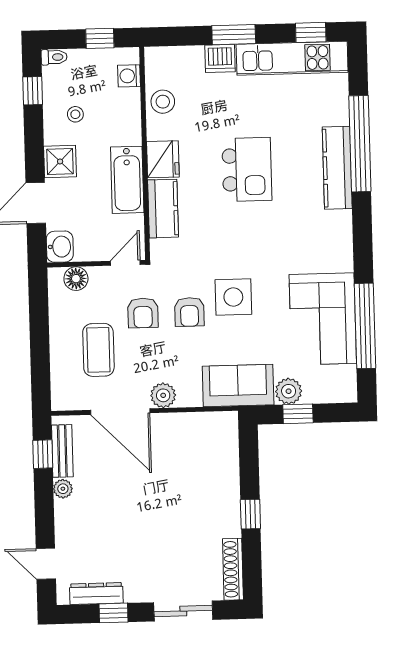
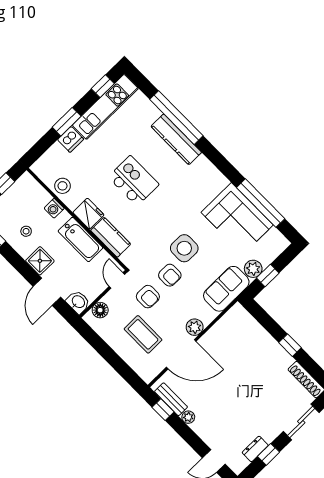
washing machine: (129, 76) -> (54, 208), moved
dresser: (96, 594) -> (255, 449), width x0.70

